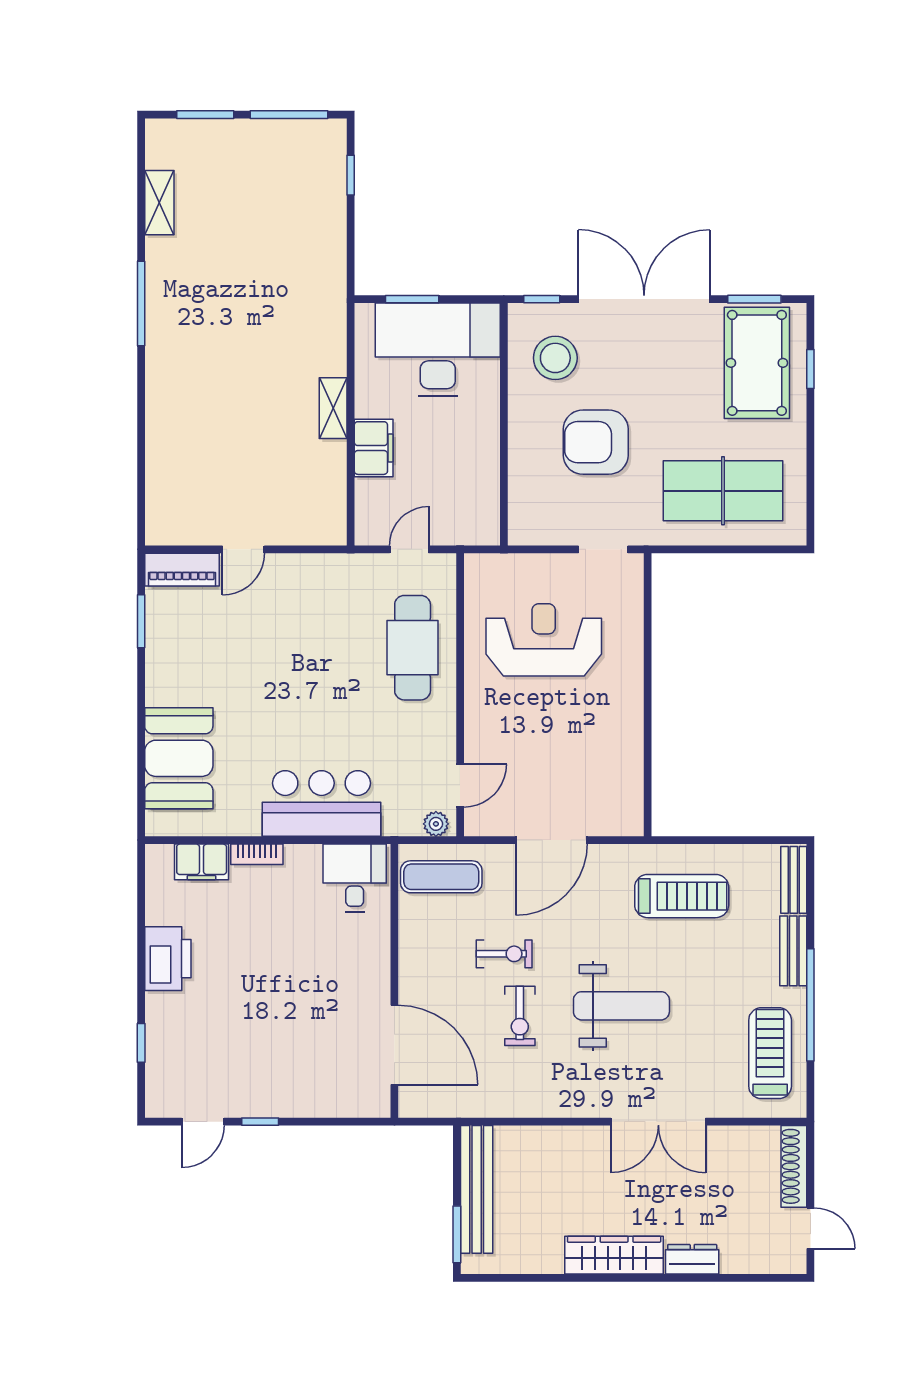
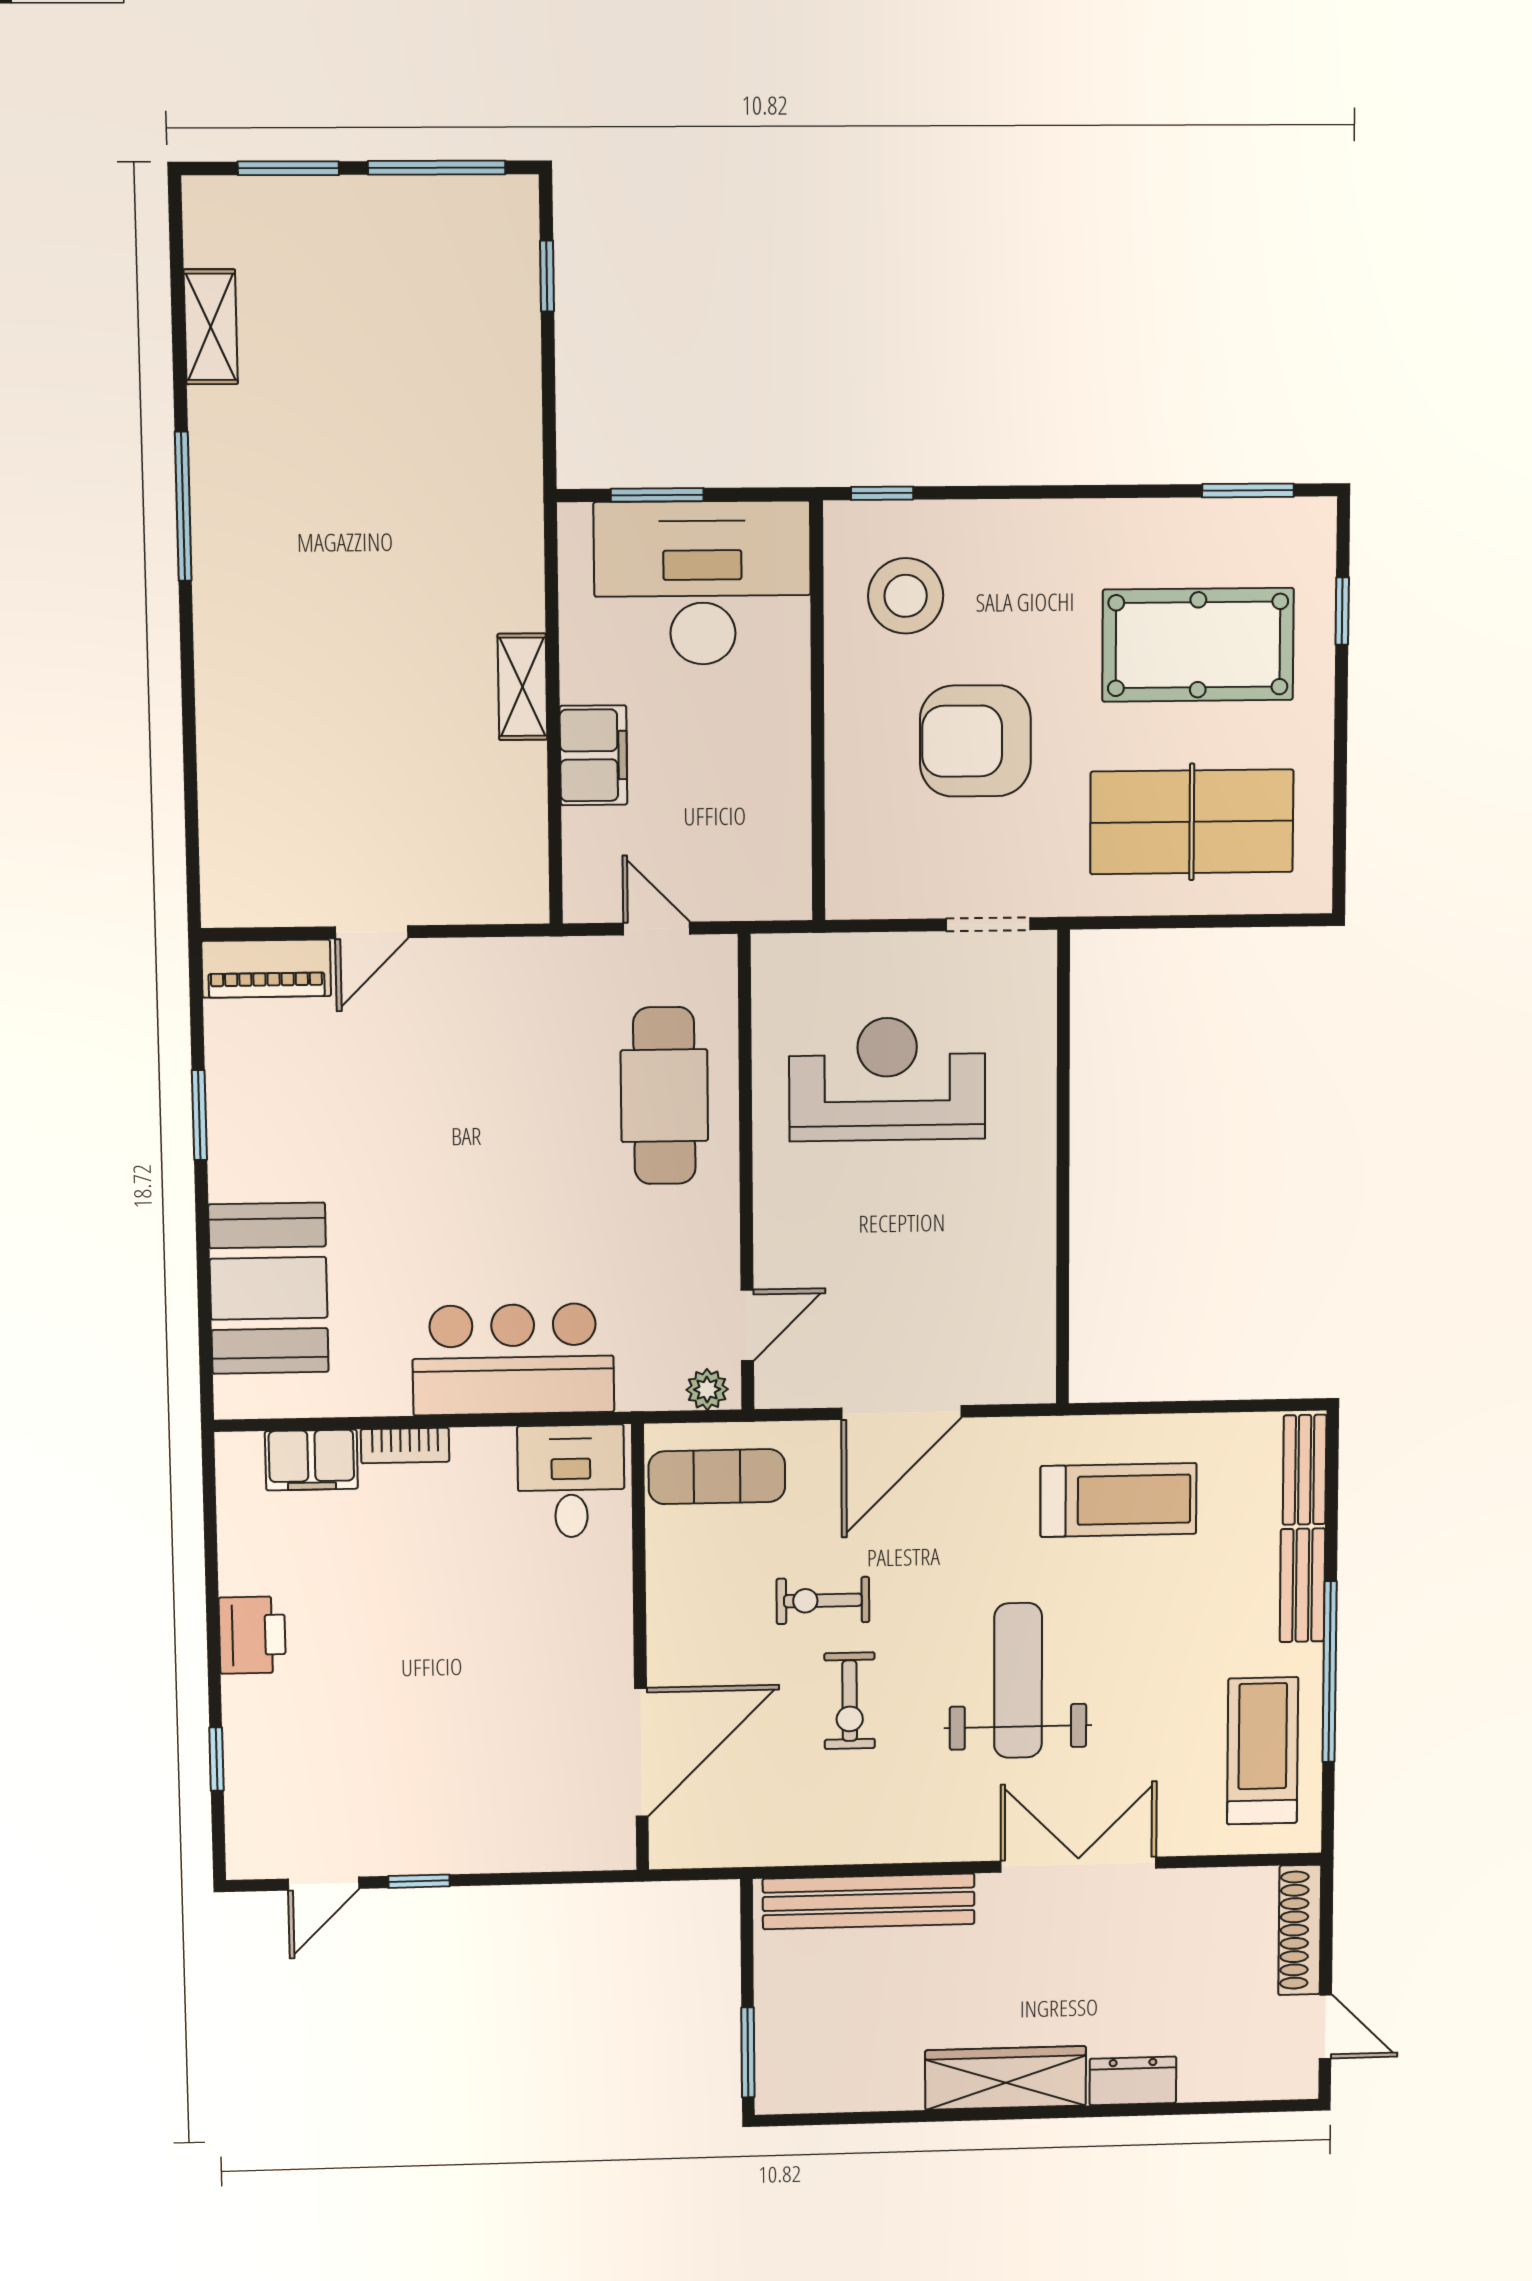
double door: (644, 299) -> (1059, 492), removed
pool table: (757, 363) -> (1198, 645), moved, turned 90
door: (409, 549) -> (657, 929), hinge flipped
window: (141, 621) -> (199, 1115), moved
exercise bike: (504, 954) -> (823, 1600), turned 180
printer: (168, 959) -> (252, 1635), width x0.73, depth x0.84
weight bench: (621, 1006) -> (1018, 1680), turned -90
door: (394, 1045) -> (641, 1752), hinge flipped
double door: (658, 1122) -> (1078, 1865), swing flipped
bench: (477, 1189) -> (869, 1901), moved, turned 90

